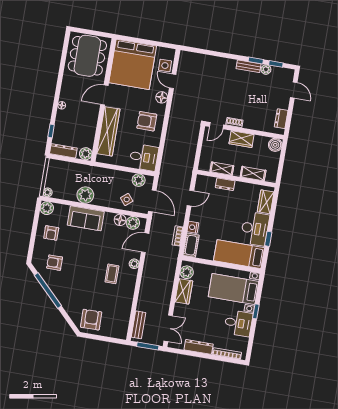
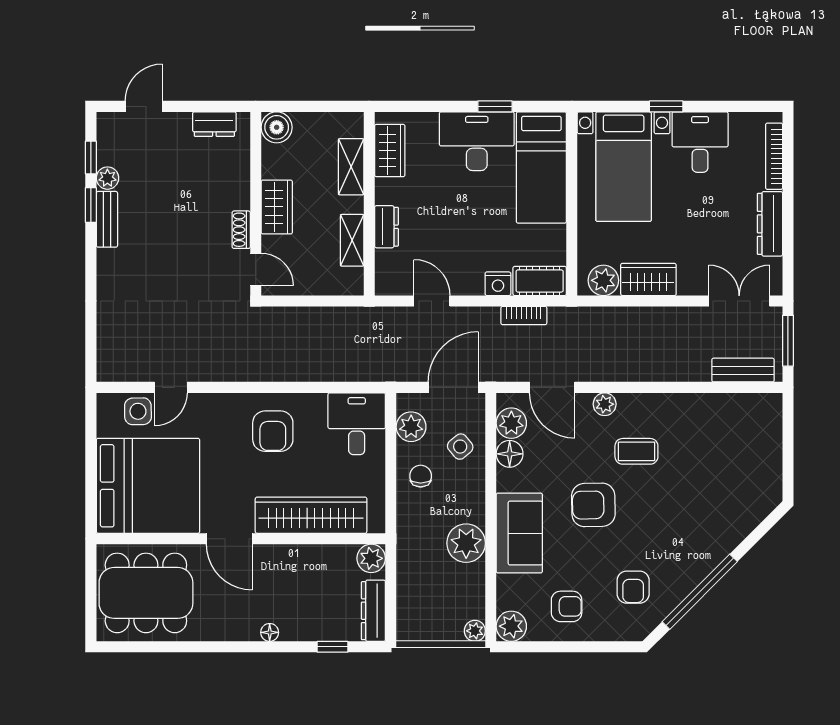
floor lamp: (162, 97) -> (212, 406), removed
chair: (117, 181) -> (421, 476), added
wardrobe: (266, 202) -> (390, 151), moved, turned -90
armchair: (91, 320) -> (593, 505), moved

